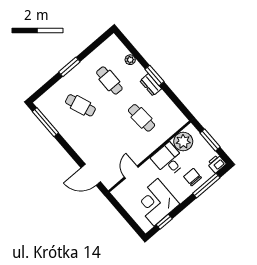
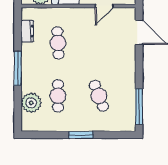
plant: (130, 60) -> (31, 103), width x1.88, depth x1.88
window: (154, 75) -> (18, 68), width x1.44
dresser: (151, 85) -> (27, 31), moved

